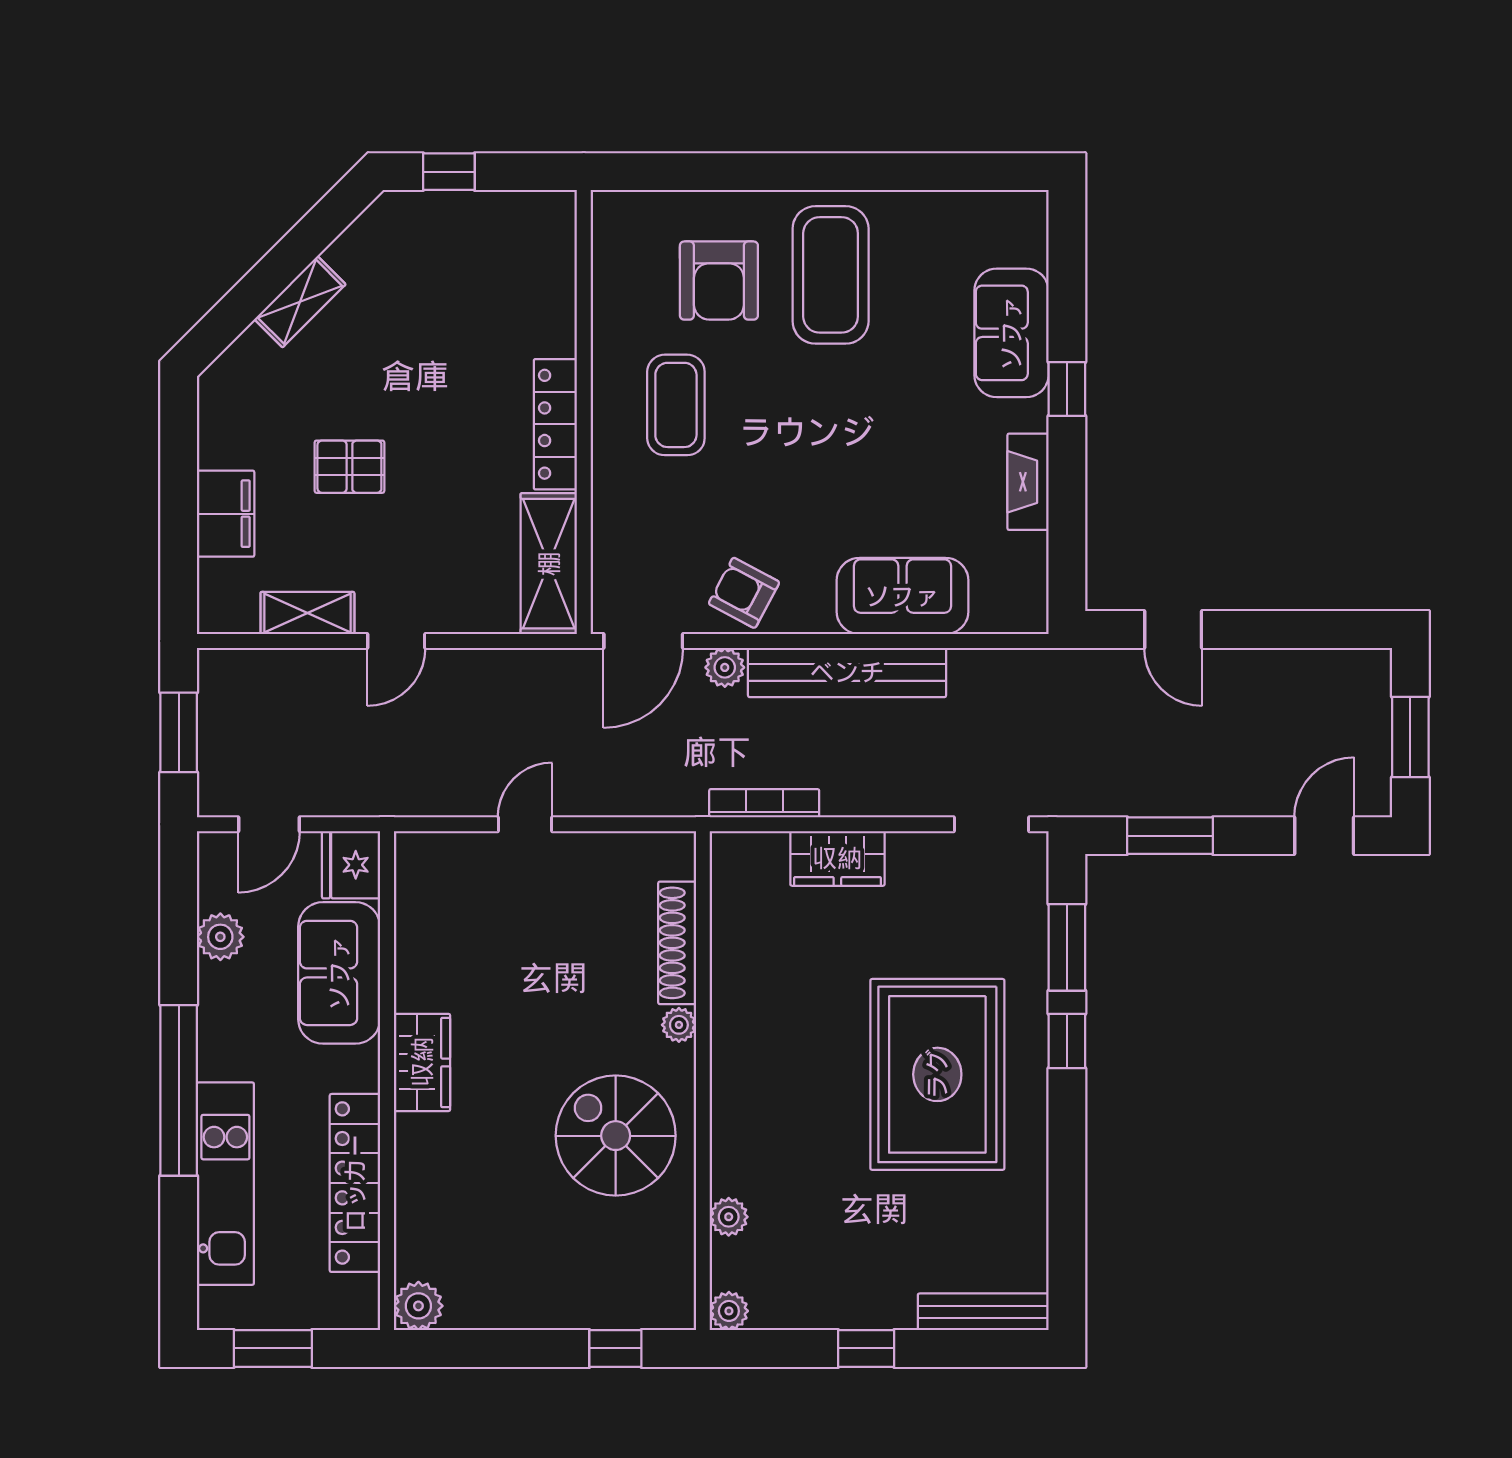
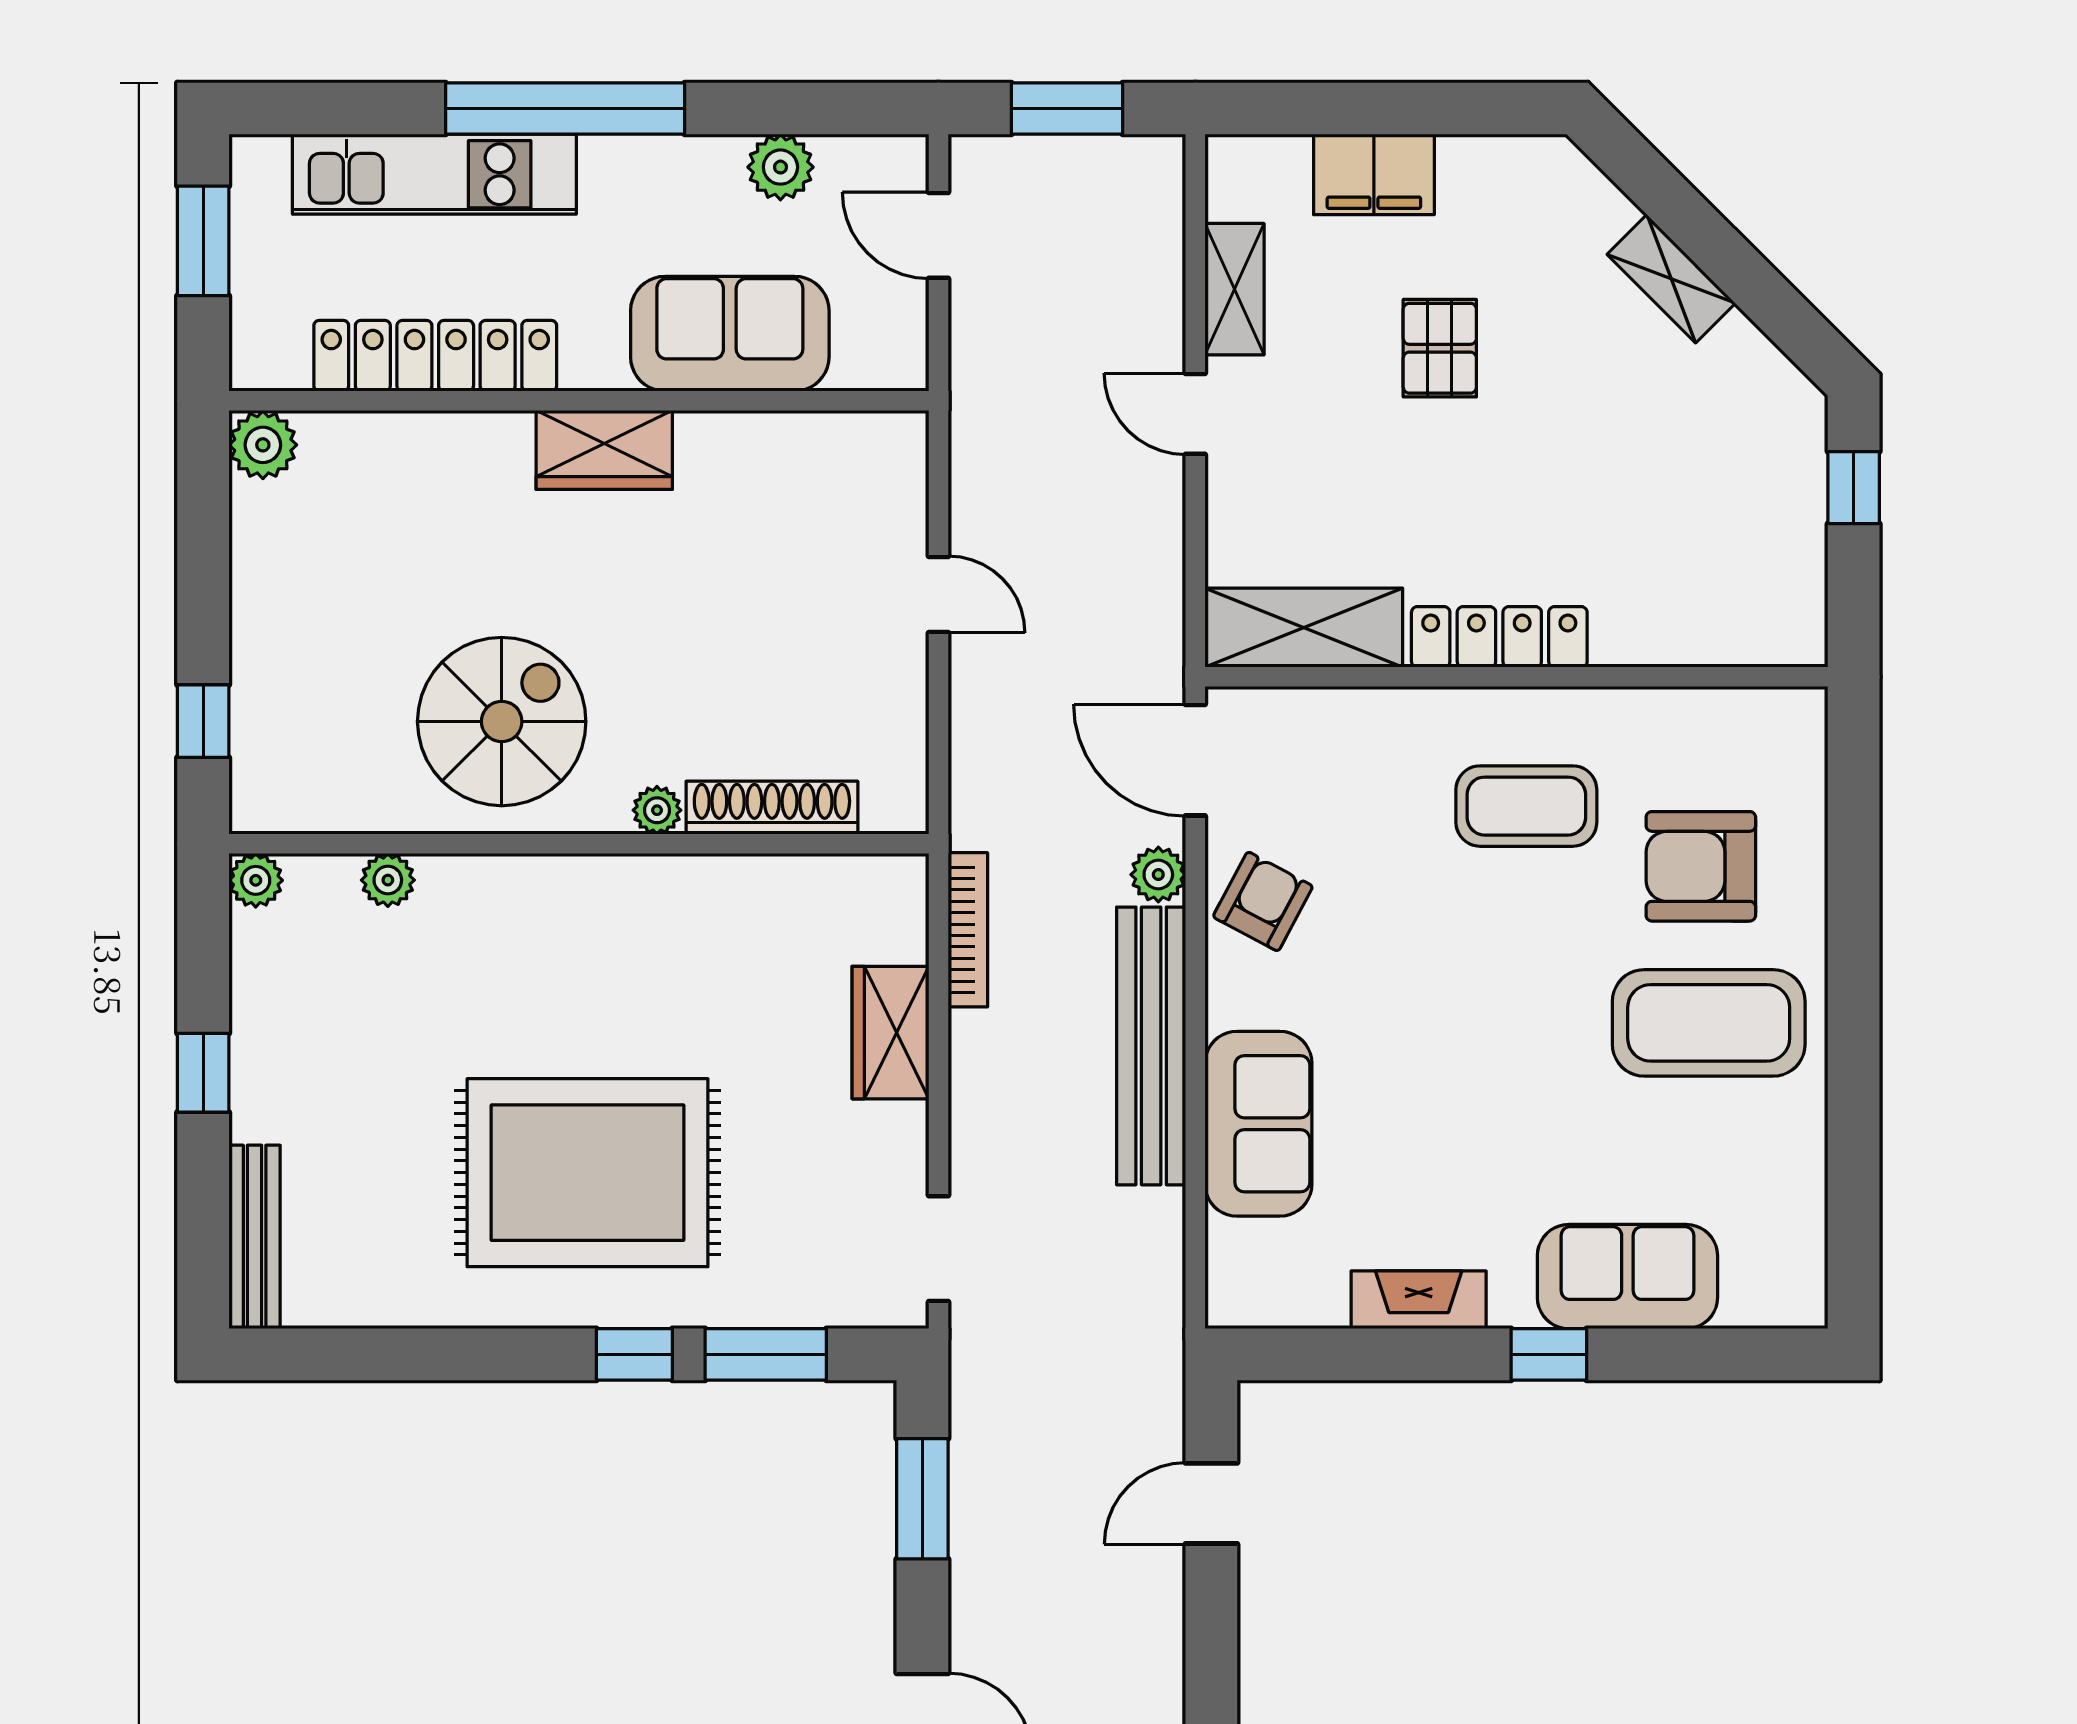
fridge: (351, 865) -> (882, 350), removed

